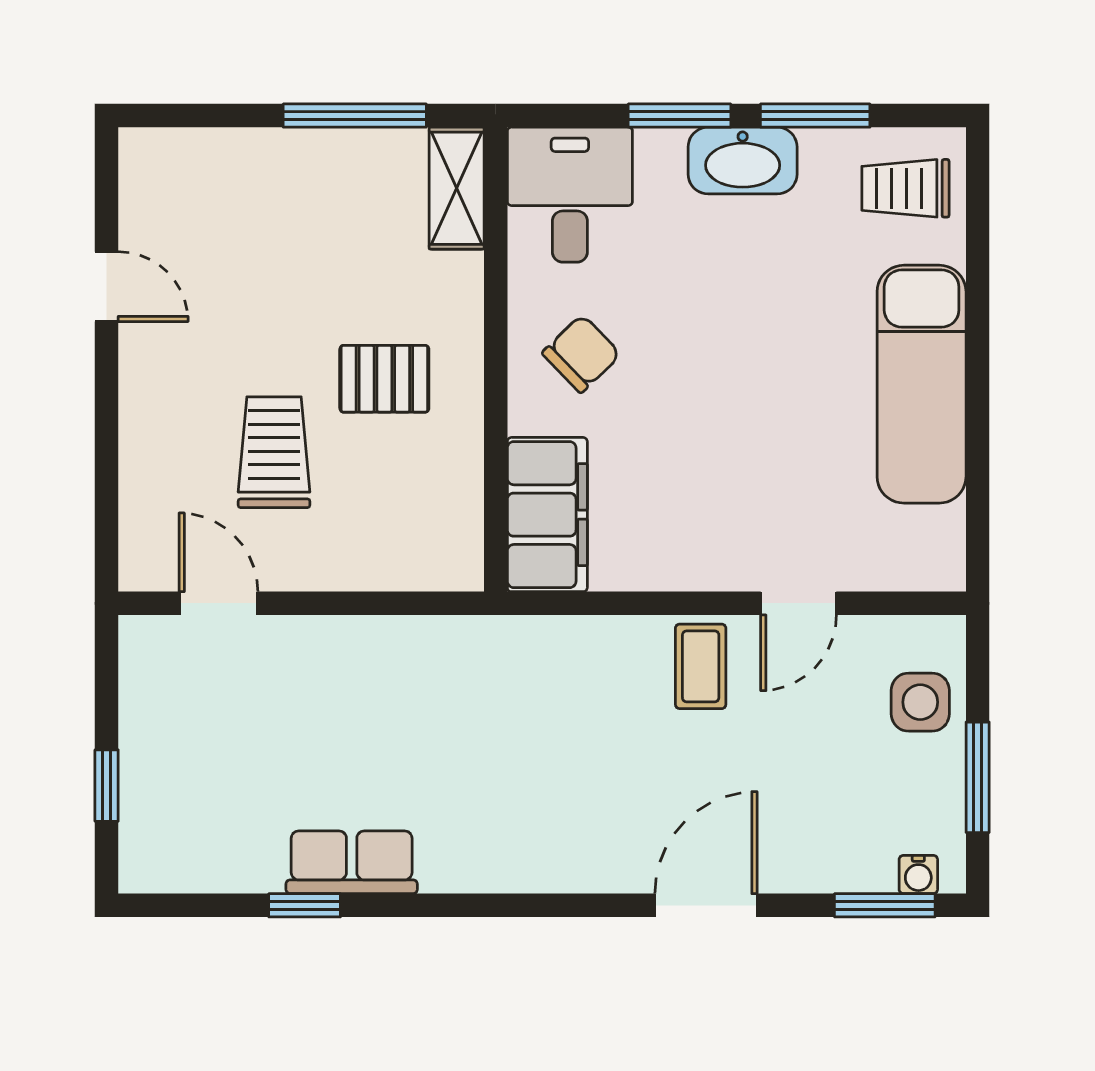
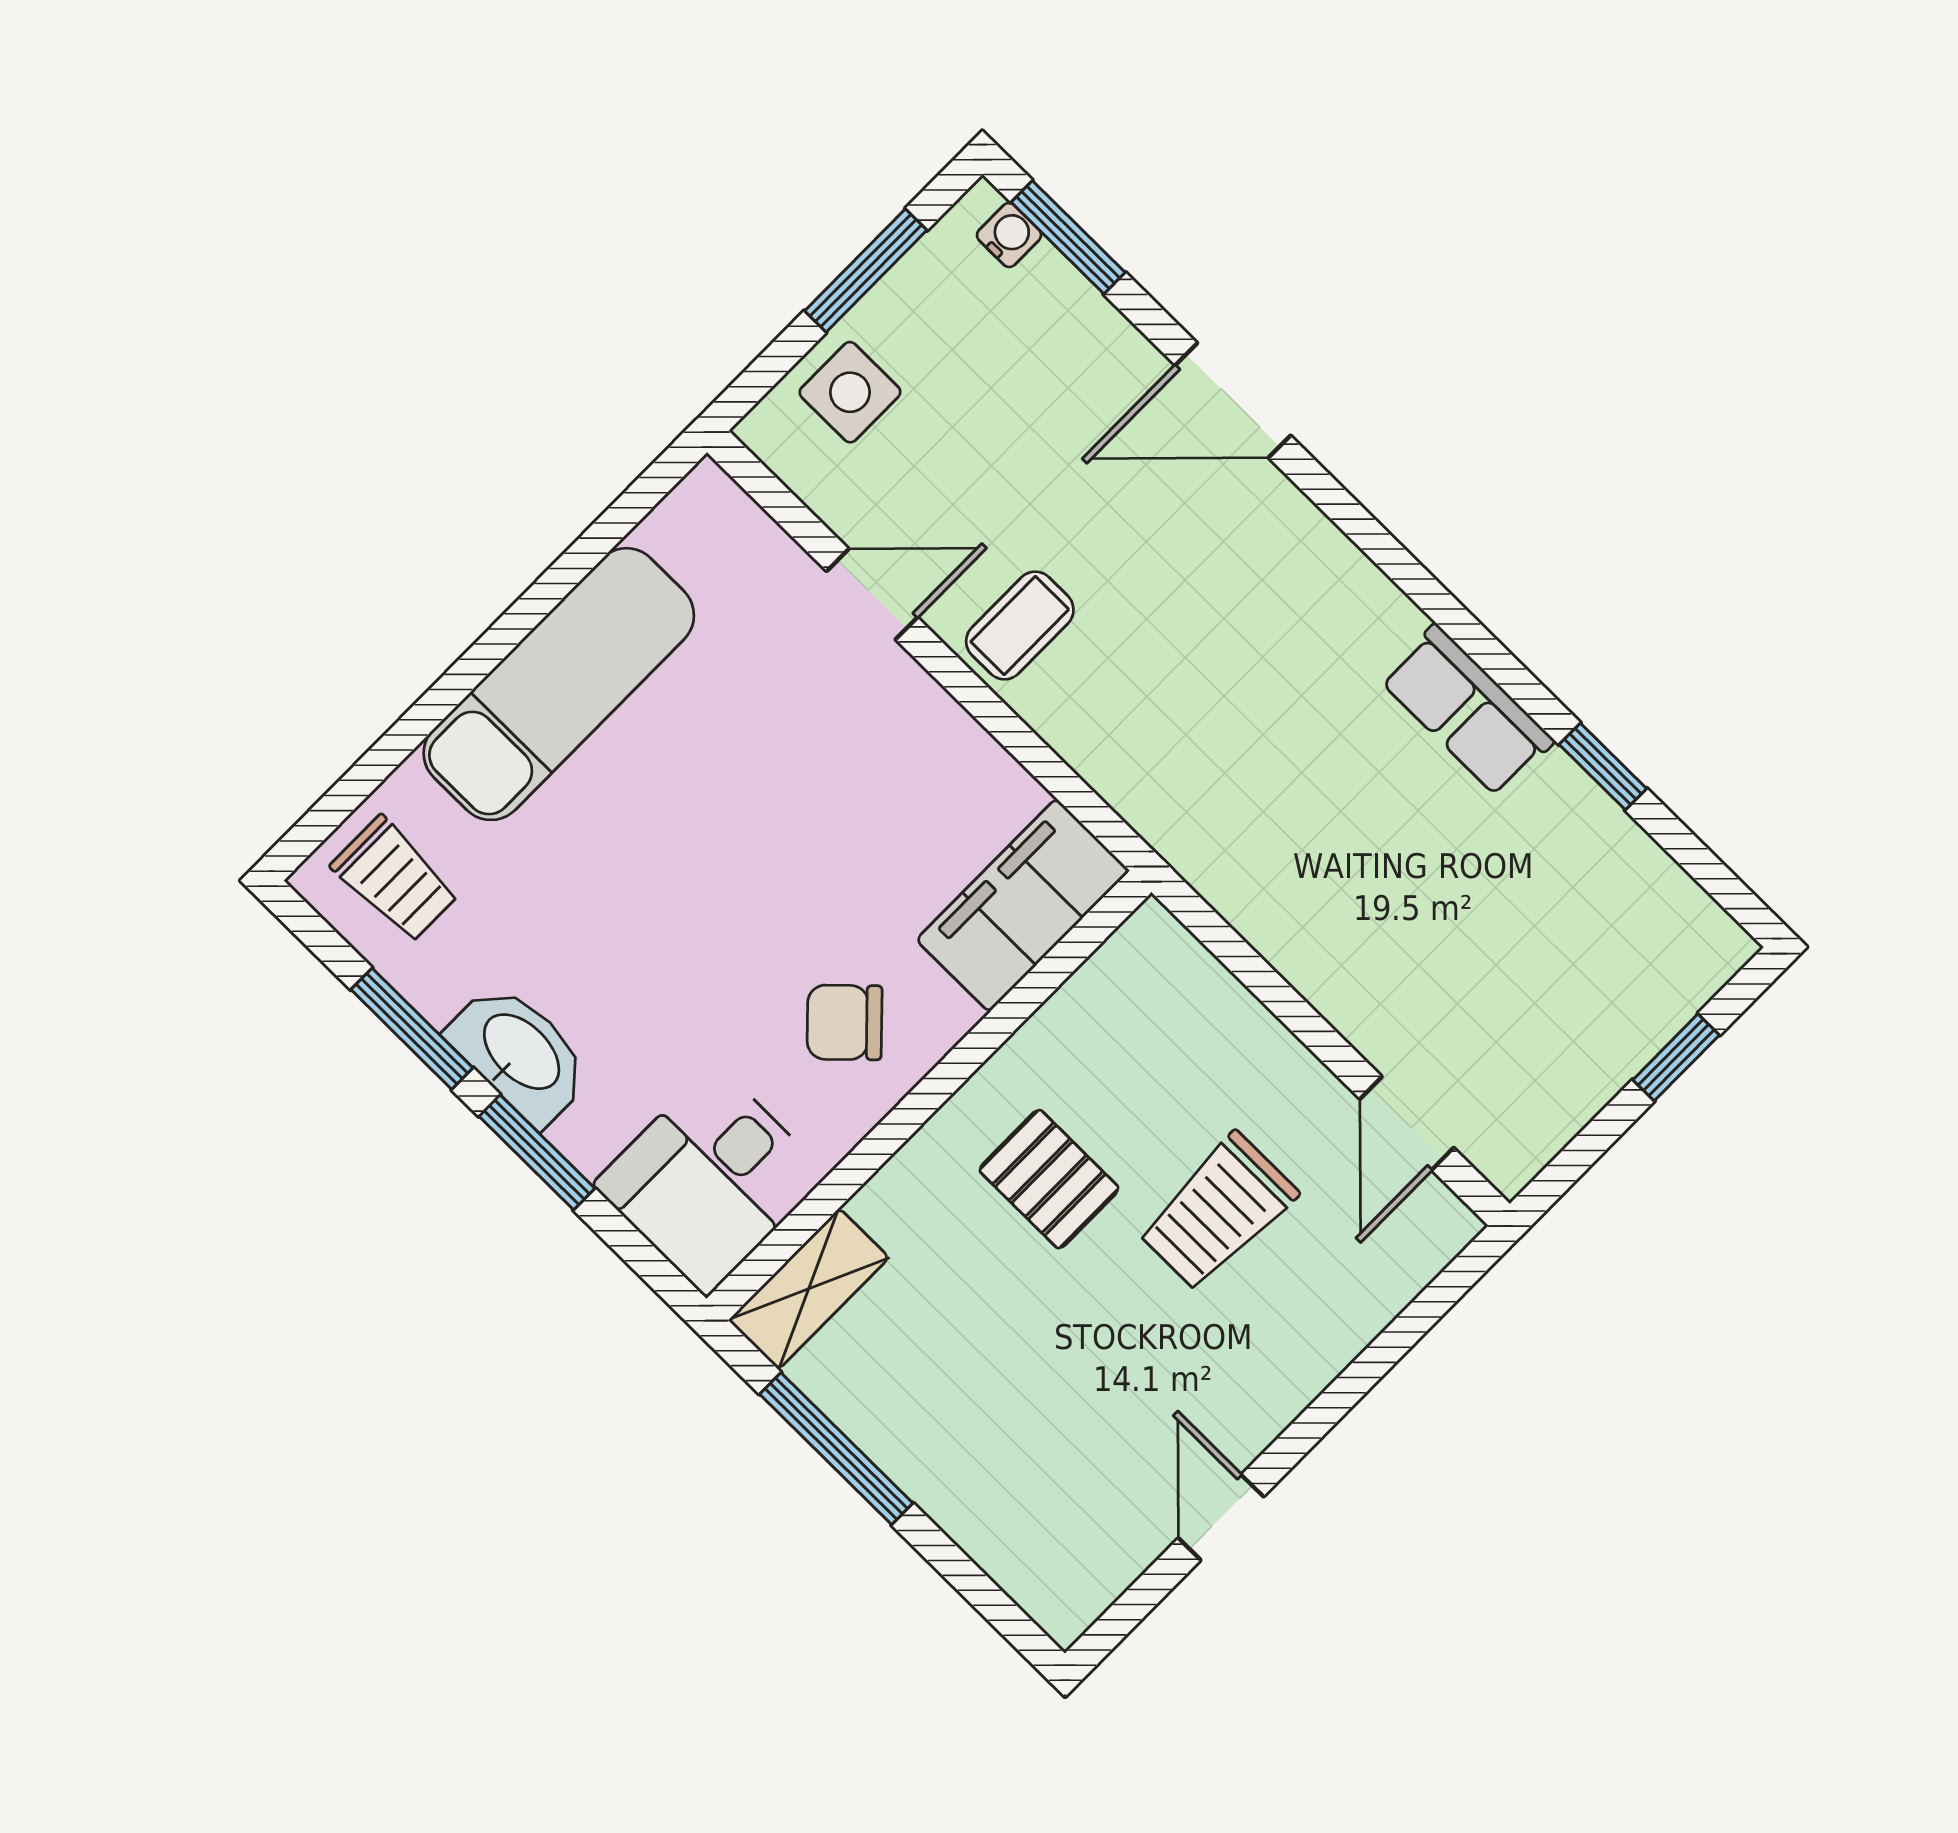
row of seats: (352, 862) -> (1467, 710), moved

